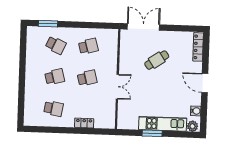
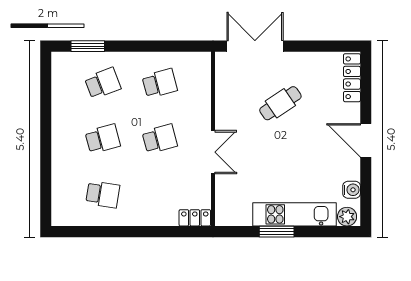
school desk: (56, 45) -> (103, 83), turned -45
locker: (84, 123) -> (195, 218), moved

